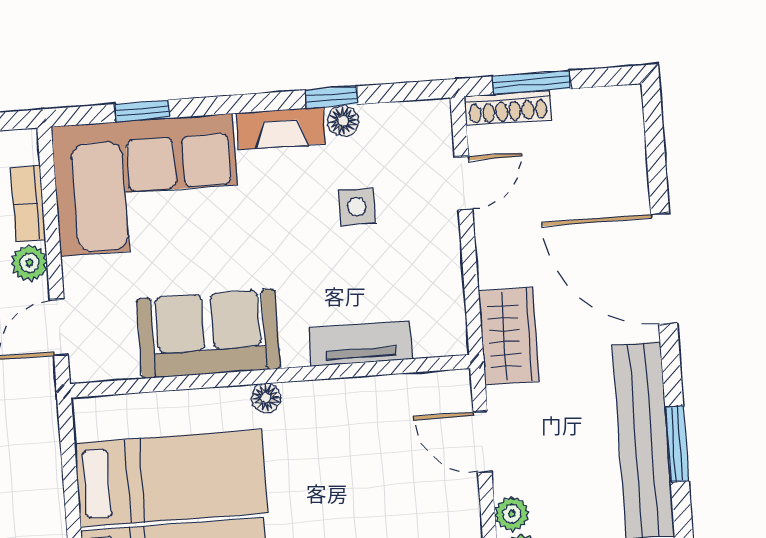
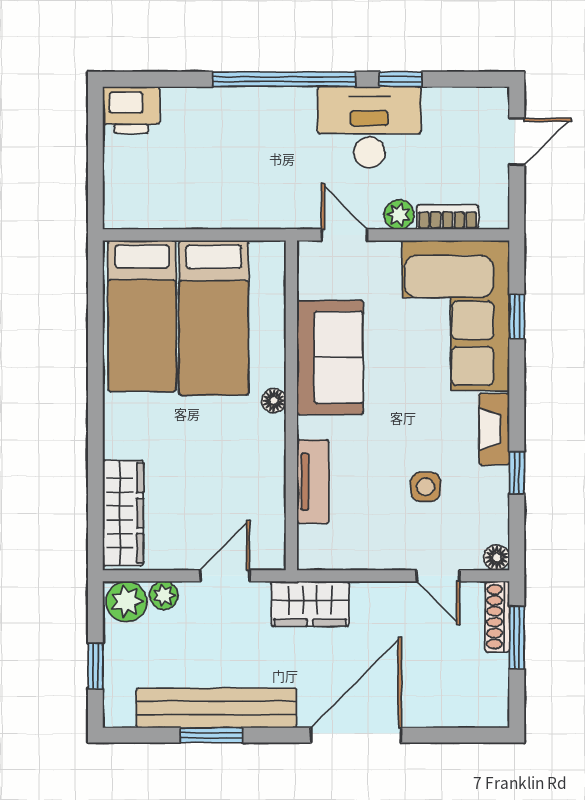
floor lamp: (343, 121) -> (497, 557), moved

